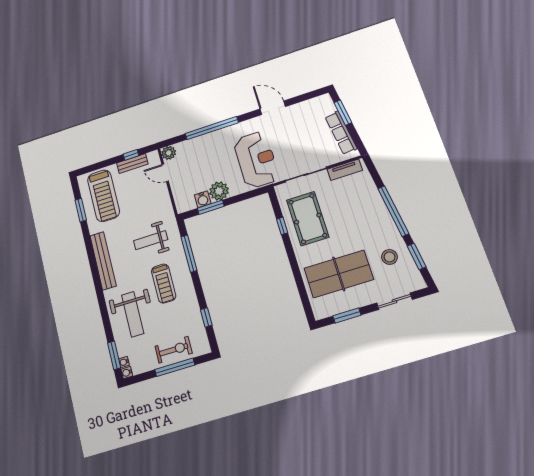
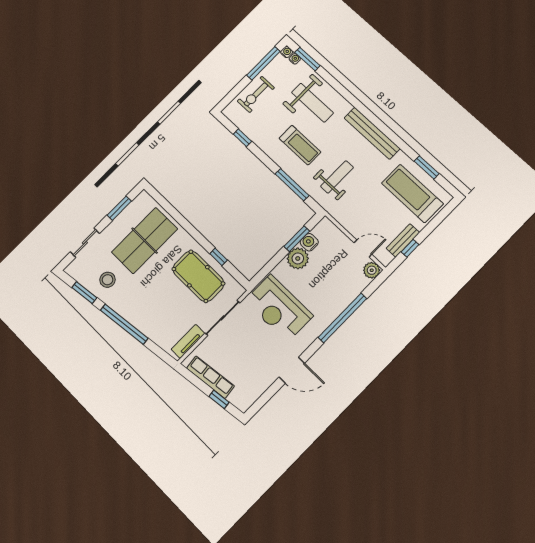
window: (343, 112) -> (219, 399), width x0.67
treadmill: (164, 283) -> (300, 145), turned 180
weight bench: (133, 314) -> (312, 103), turned 180
window: (175, 367) -> (263, 63), moved

